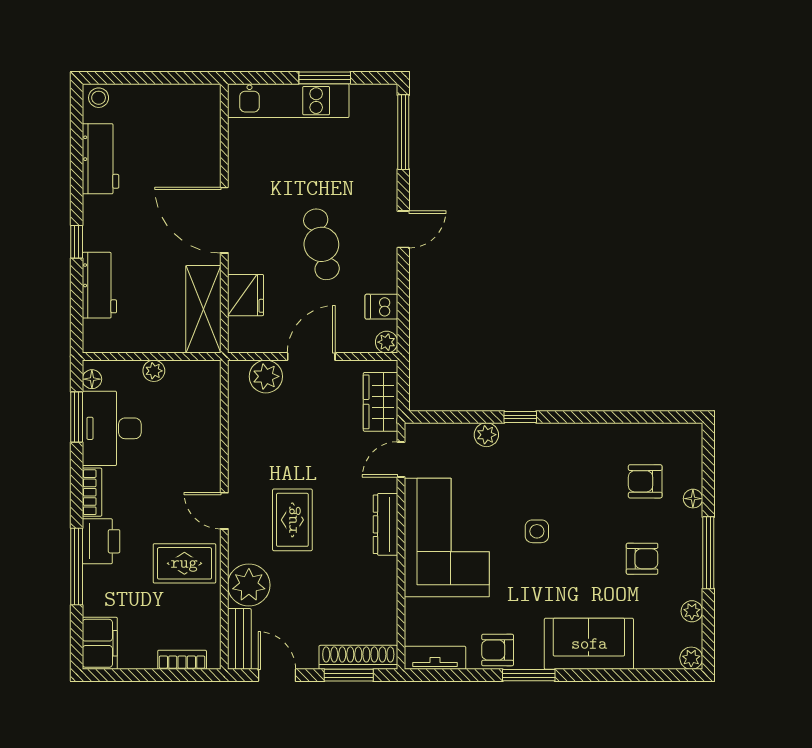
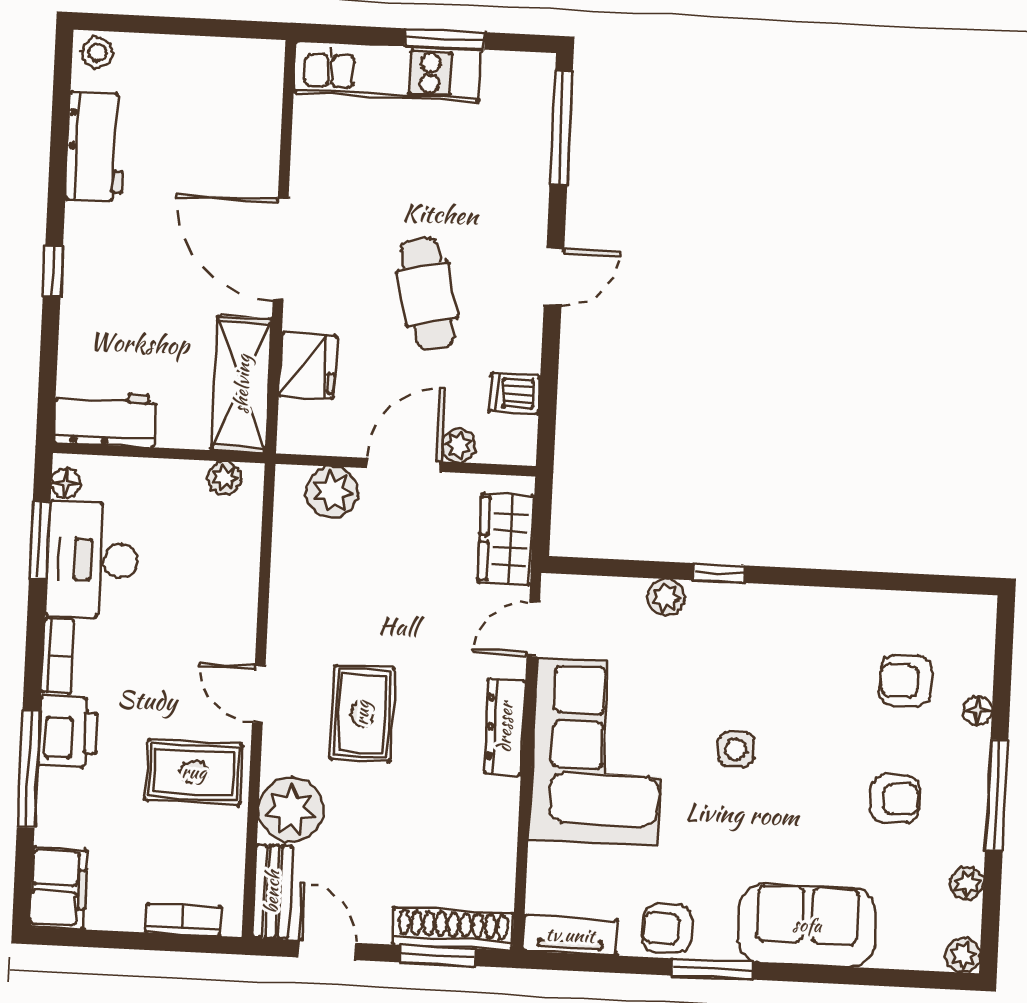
workbench: (99, 285) -> (105, 419), moved, turned -90
plant: (387, 342) -> (458, 445), moved
plant: (154, 371) -> (225, 478), moved

